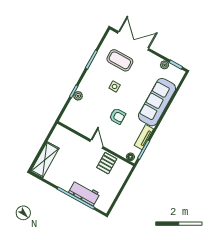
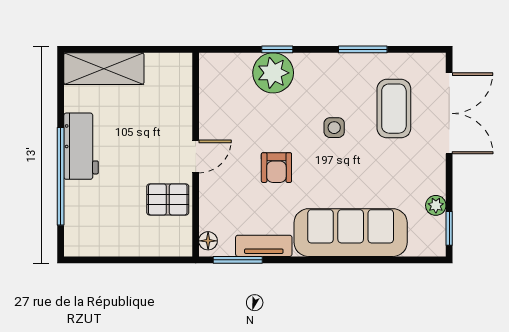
plant: (78, 96) -> (273, 73), width x1.87, depth x1.87
workbench: (84, 193) -> (81, 146), moved

